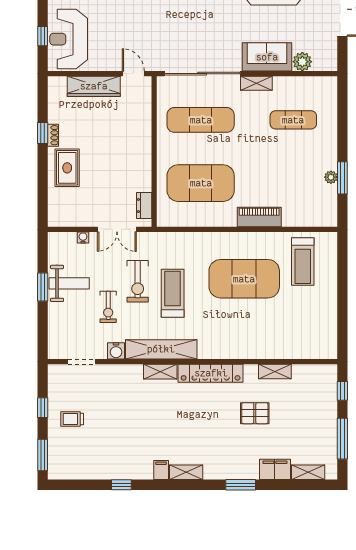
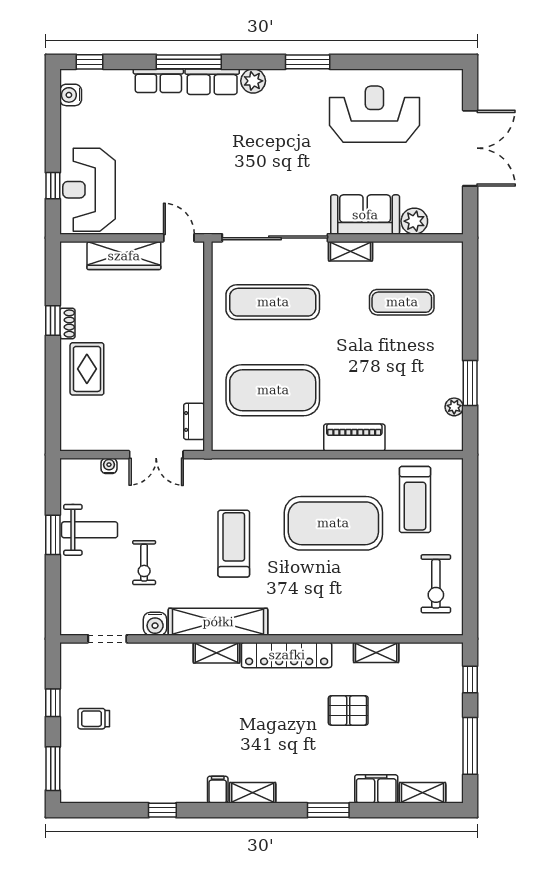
plant: (331, 177) -> (454, 407), moved
exercise bike: (138, 281) -> (436, 584), moved

